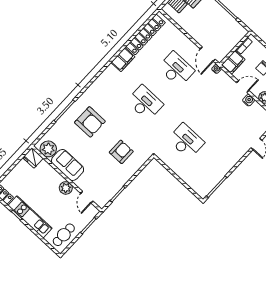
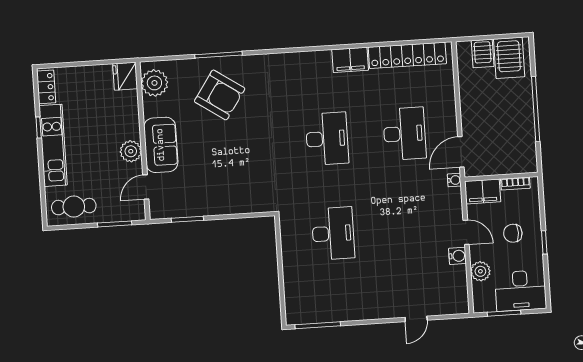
armchair: (90, 122) -> (220, 95), moved, turned -56
armchair: (121, 152) -> (241, 171), removed
sofa: (68, 165) -> (161, 145), moved

